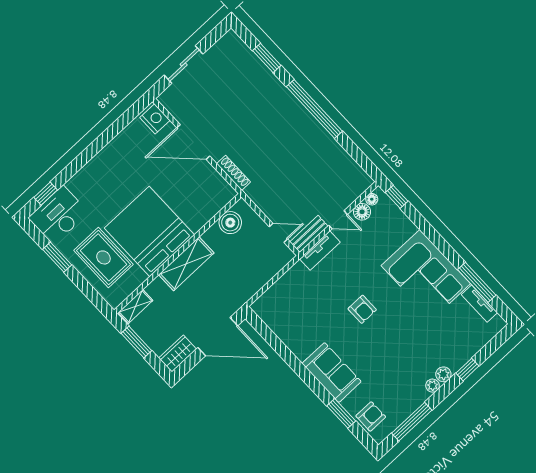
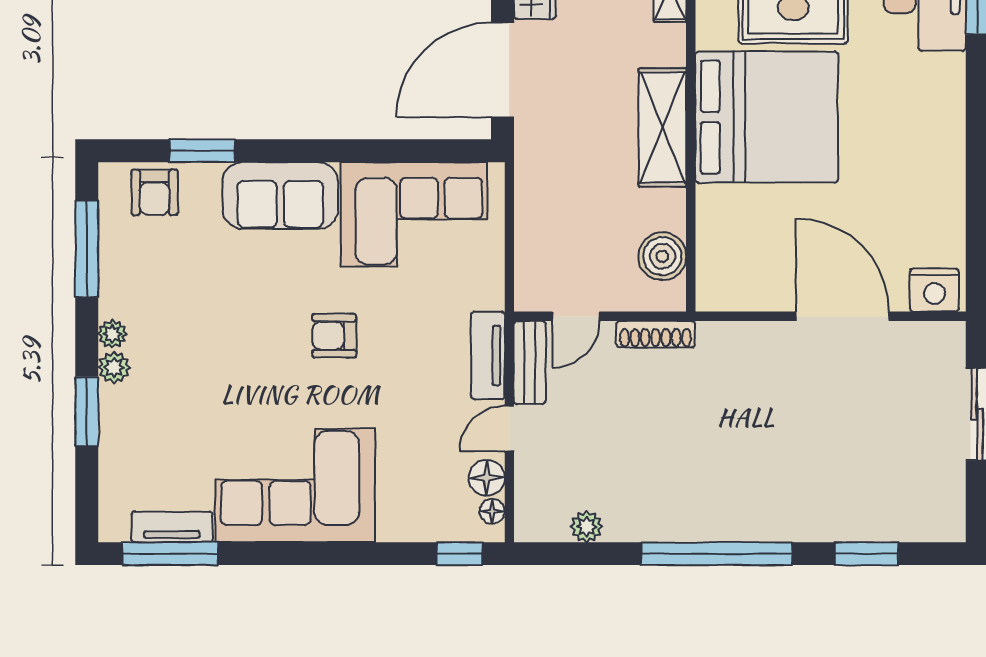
door: (193, 142) -> (842, 316), hinge flipped
plant: (347, 162) -> (587, 527), added
shoe rack: (234, 173) -> (656, 334), moved
window: (477, 282) -> (170, 554), moved
corner sofa: (295, 321) -> (414, 214), added
window: (467, 370) -> (87, 412), width x1.50

